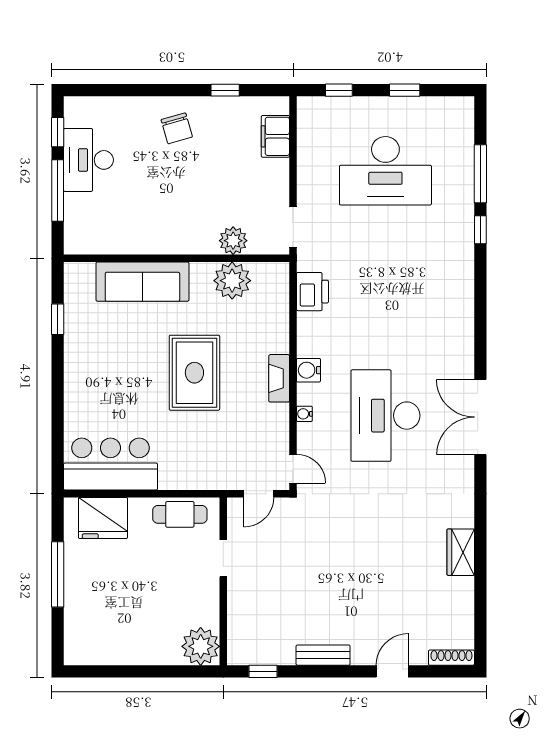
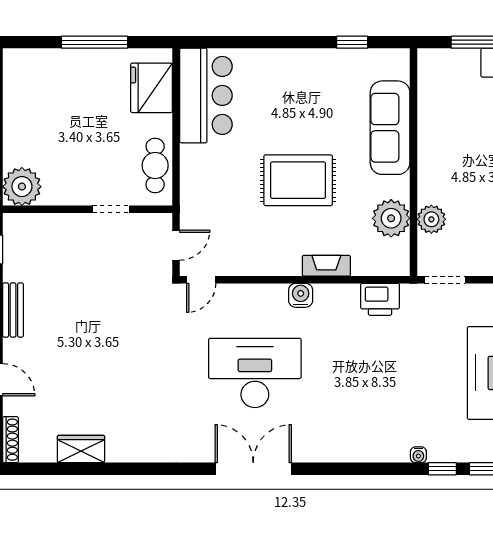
fireplace: (279, 378) -> (326, 266), moved
water cooler: (304, 414) -> (418, 455), moved, turned 180
door: (259, 494) -> (176, 245), swing flipped
wardrobe: (461, 552) -> (81, 449), moved

